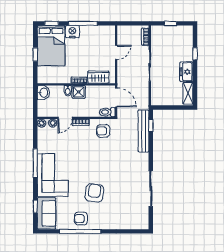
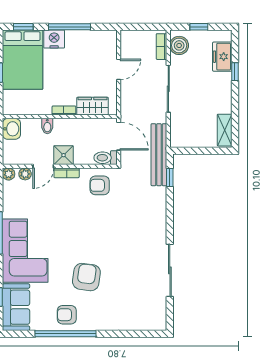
boiler: (157, 36) -> (179, 45), added
freezer: (186, 72) -> (222, 57), moved
shower: (79, 92) -> (64, 155), moved
bench: (143, 131) -> (159, 155), moved

